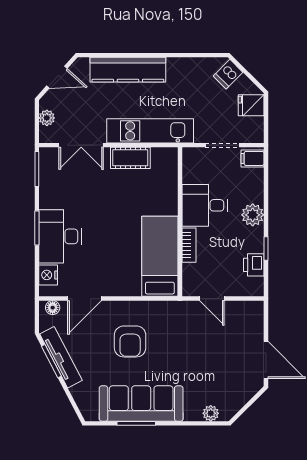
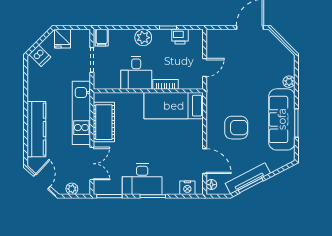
cot: (130, 158) -> (104, 122), width x1.37, depth x1.34
desk: (60, 236) -> (142, 179), moved
plant: (211, 413) -> (289, 82), moved

